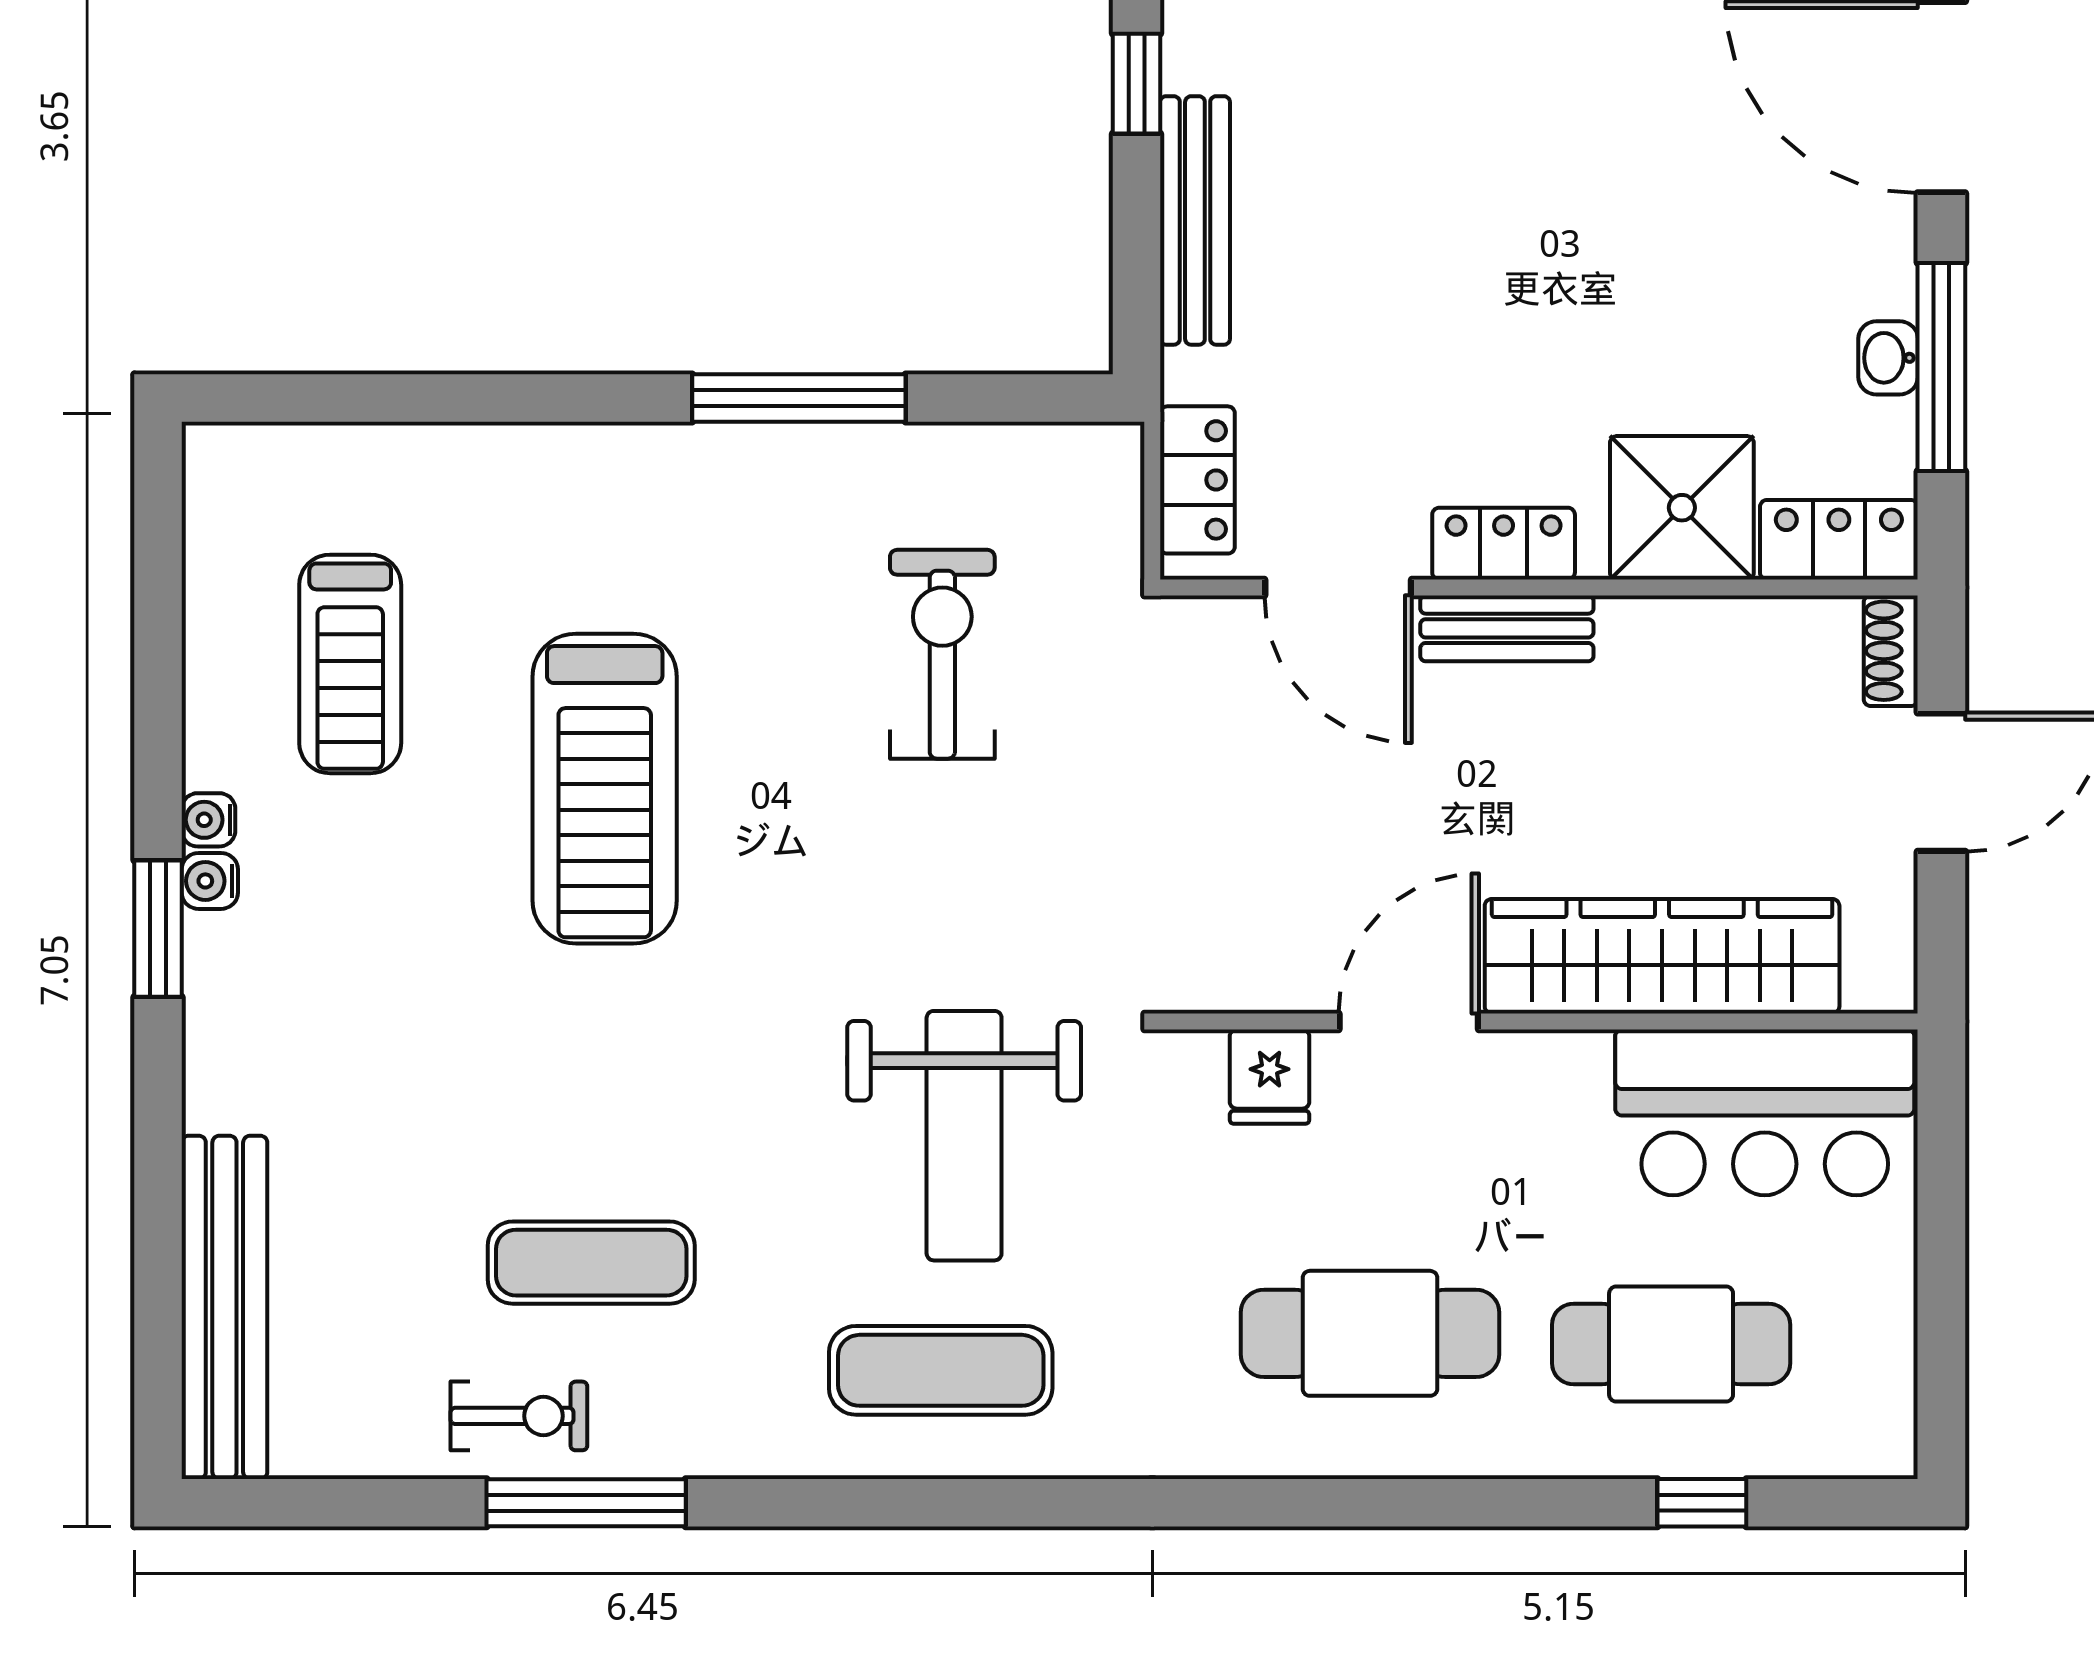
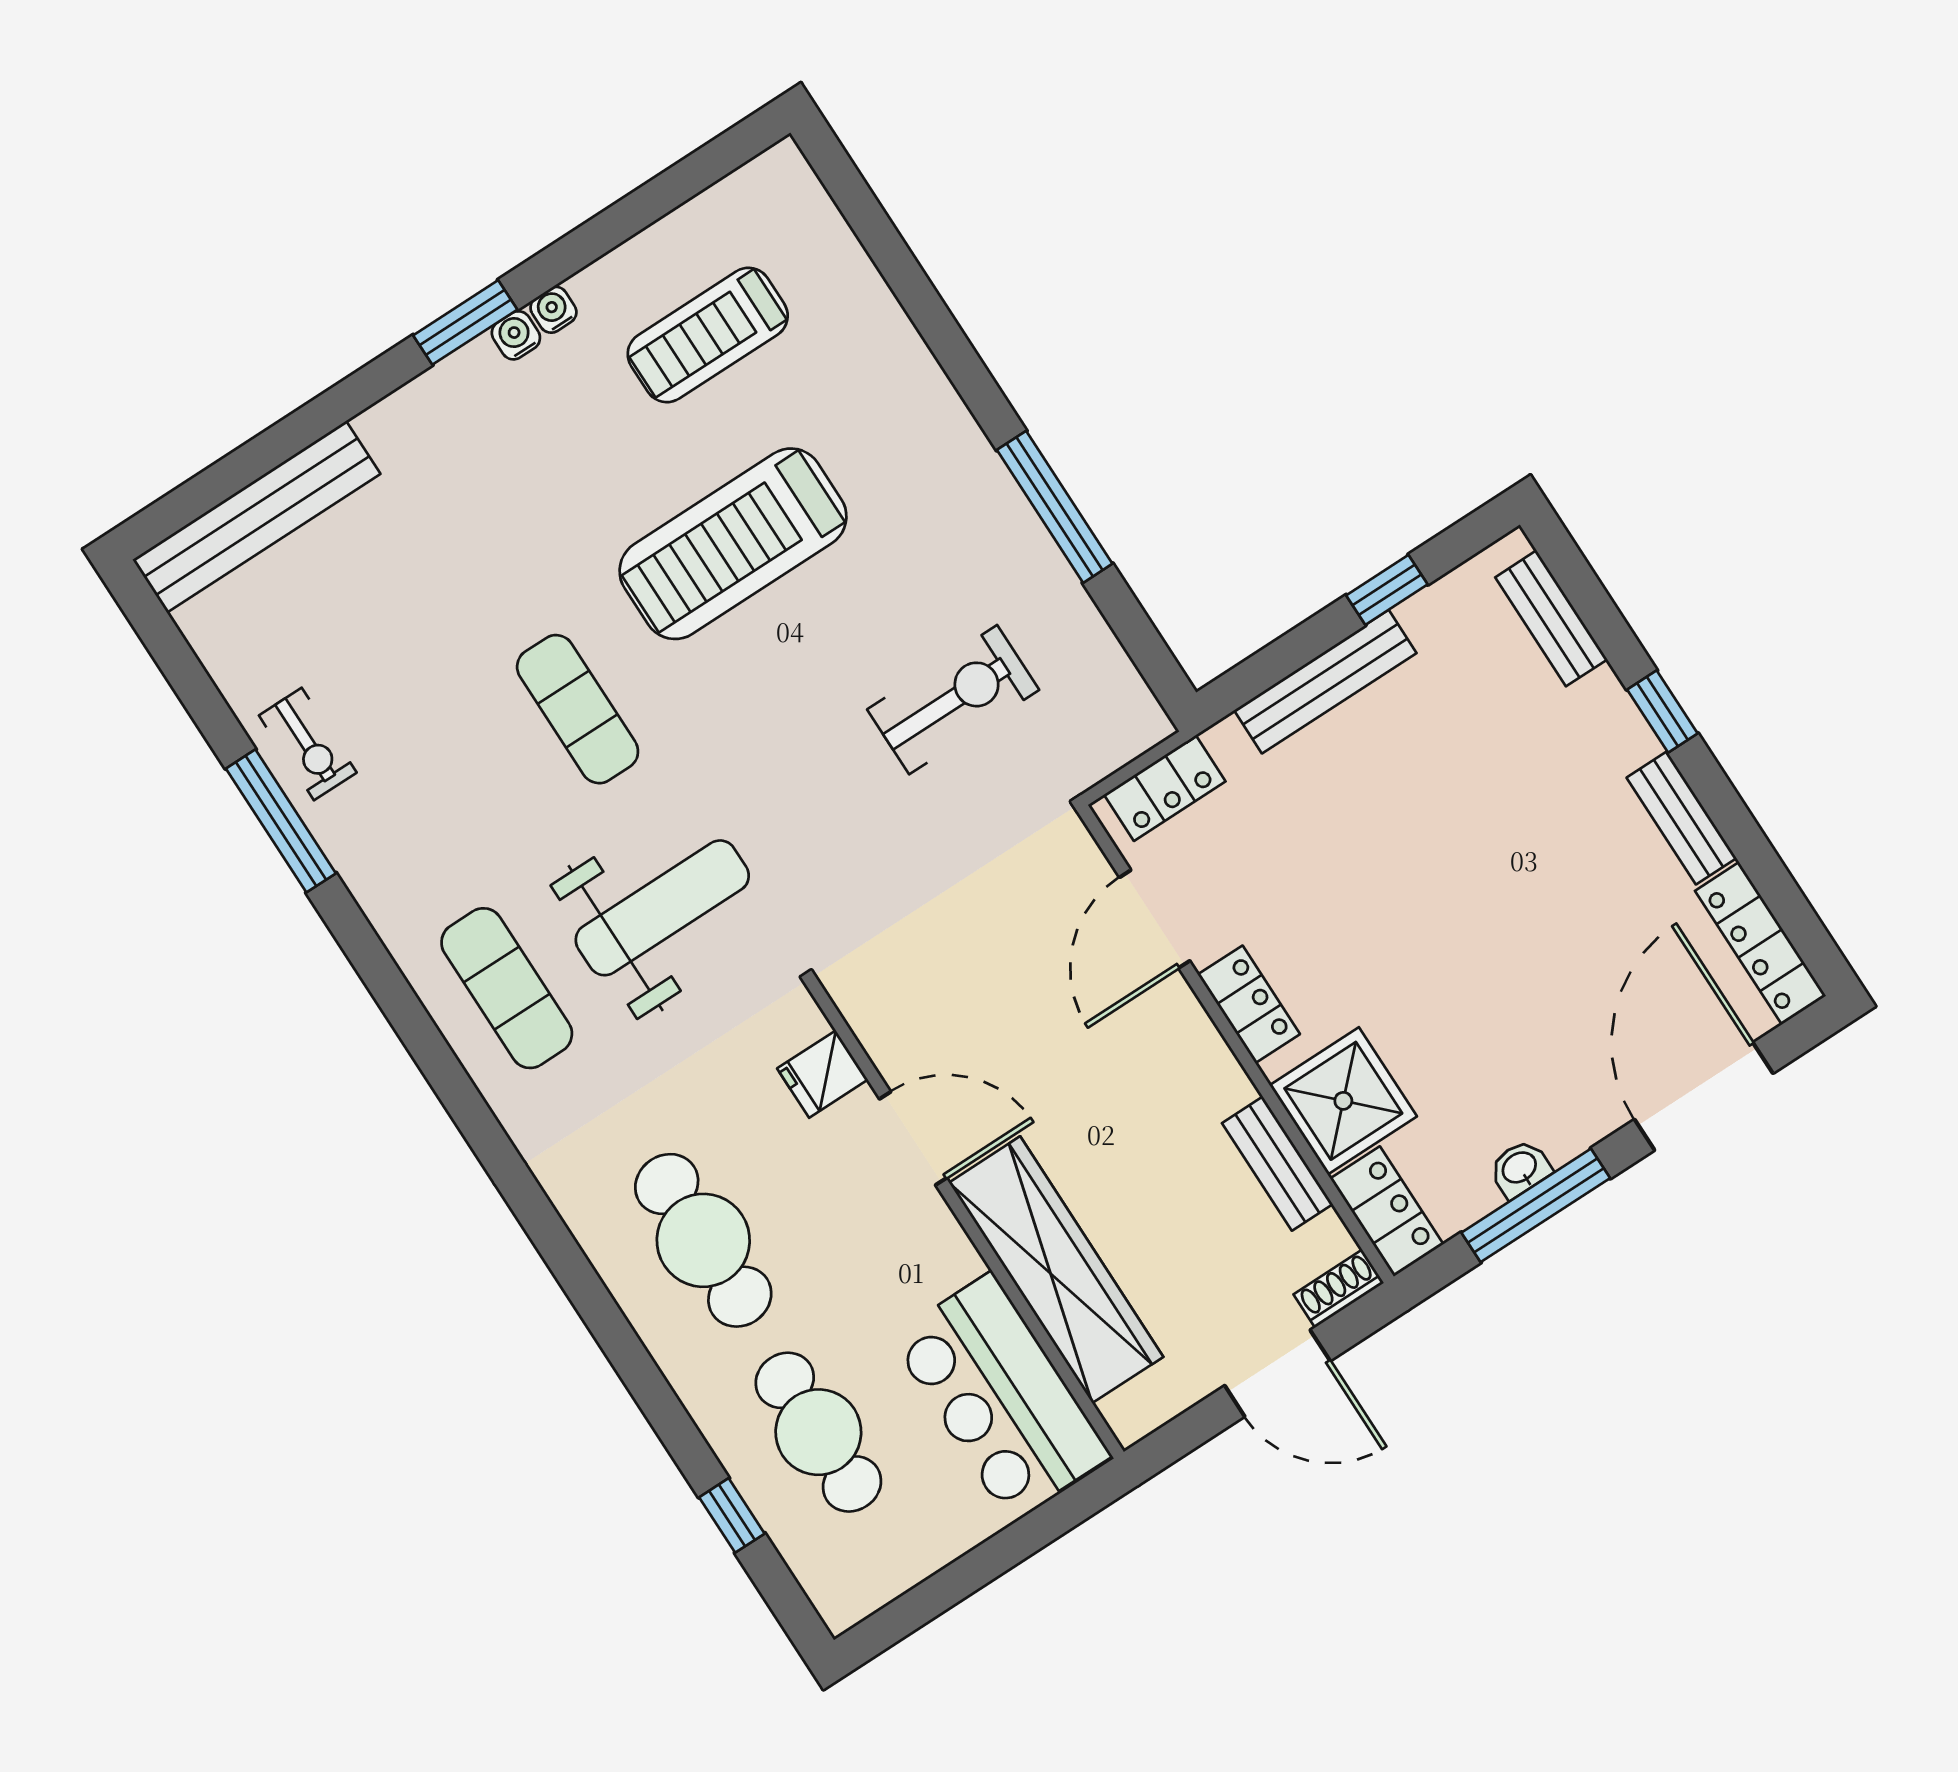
bench: (1507, 628) -> (1277, 1164), moved
weight bench: (964, 1136) -> (662, 908), turned 180
exercise mat: (591, 1263) -> (578, 709), moved

